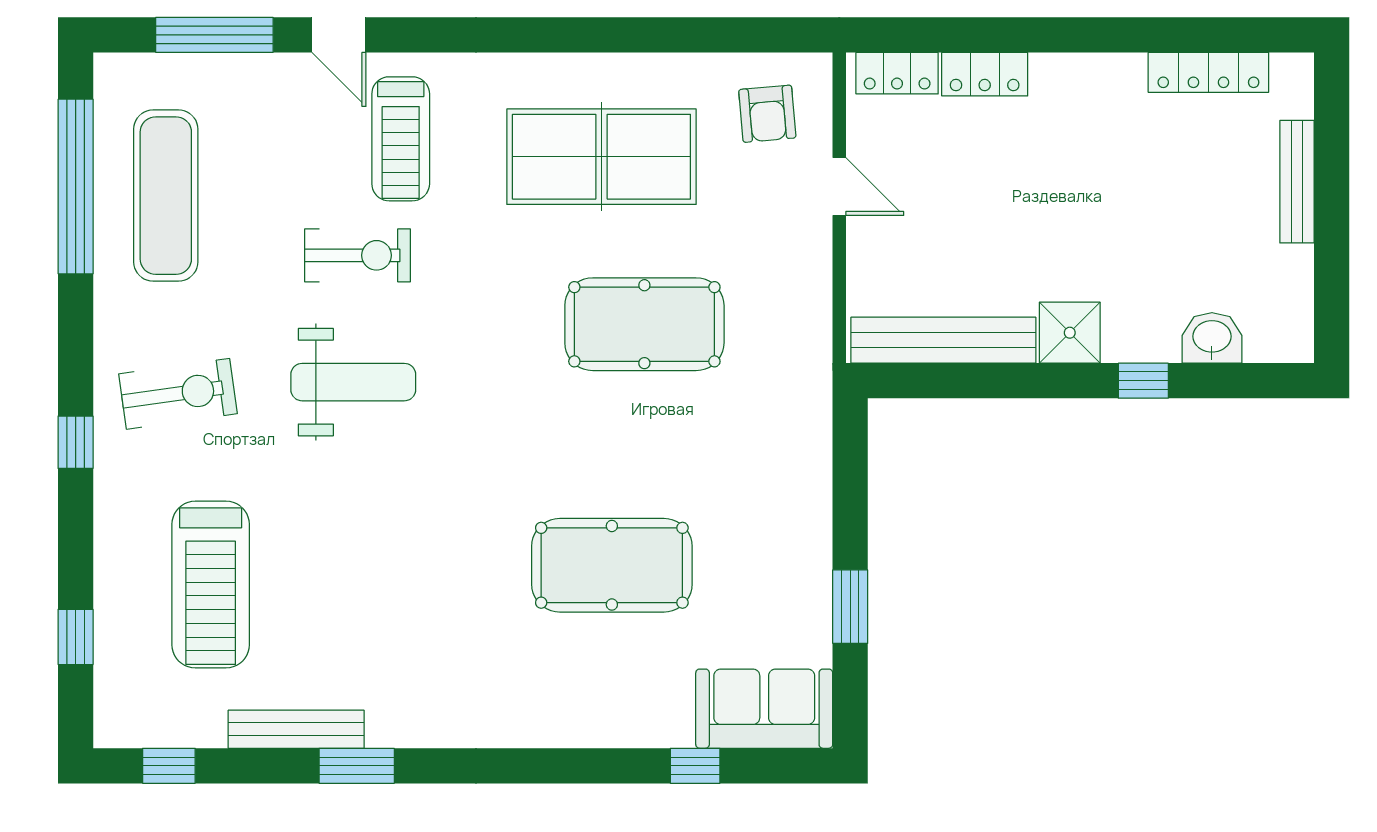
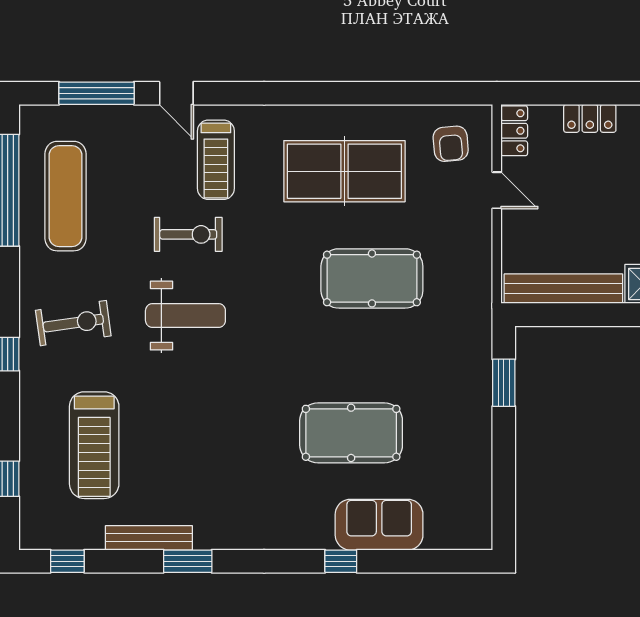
locker: (897, 73) -> (514, 131), moved, turned -90
window: (850, 607) -> (504, 383), moved
sofa: (764, 709) -> (379, 525), moved
window: (695, 766) -> (341, 561), moved

